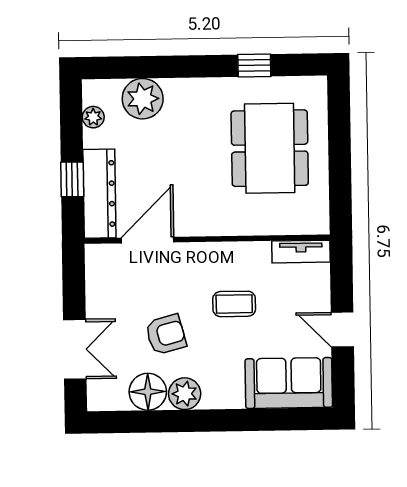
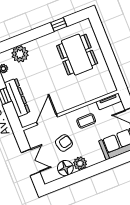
wall: (207, 239) -> (70, 110), moved
door: (148, 240) -> (47, 120), moved
tv unit: (301, 252) -> (109, 101), moved

